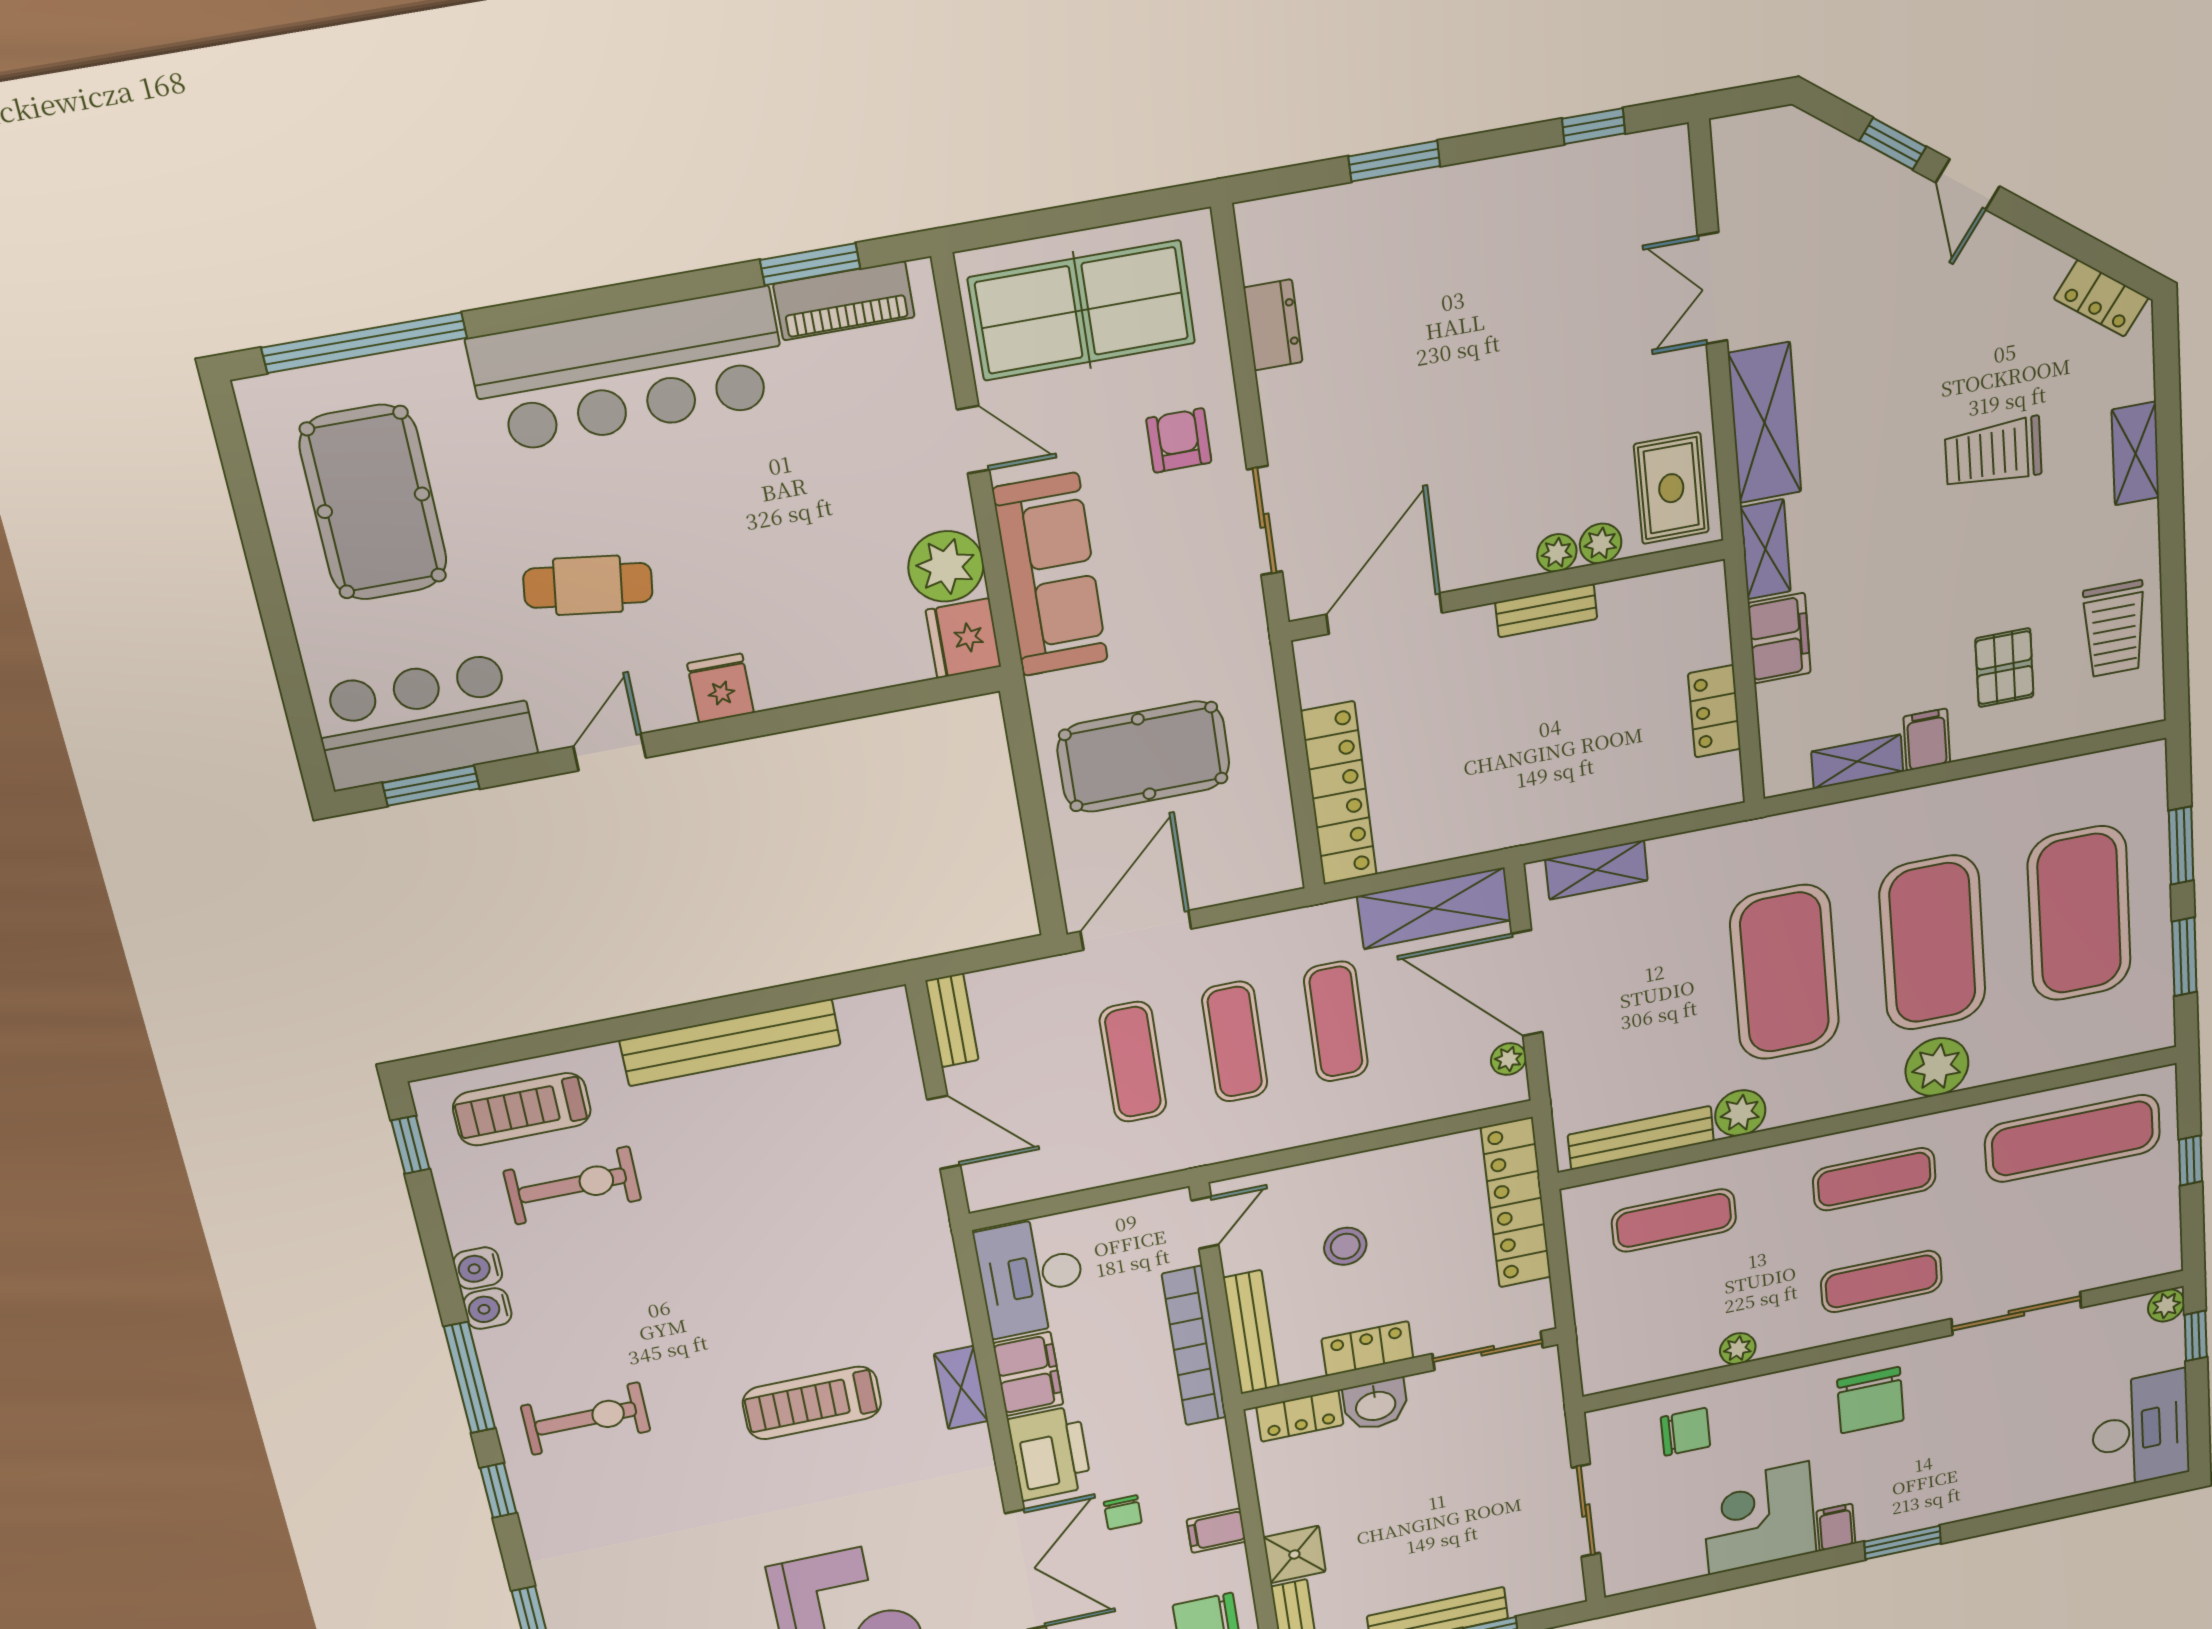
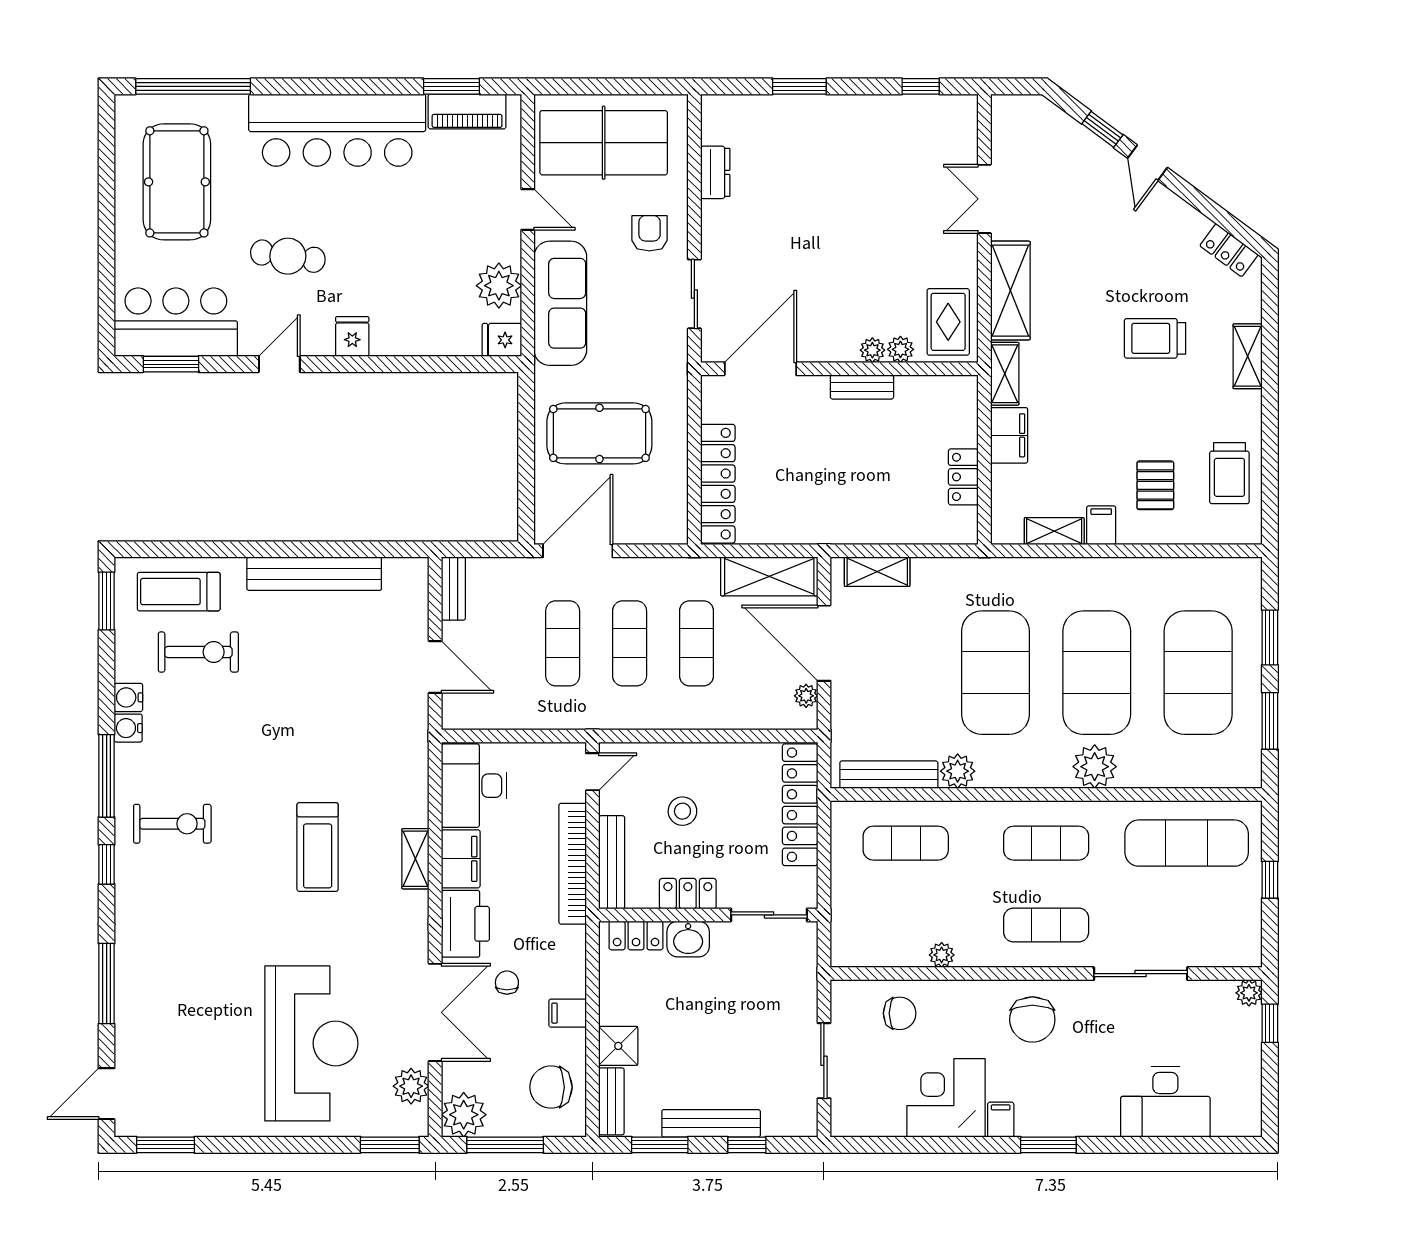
fridge: (963, 638) -> (502, 340), width x0.72
window: (410, 1145) -> (107, 601), width x1.50
treadmill: (812, 1403) -> (318, 847), turned -90
desk: (2141, 1430) -> (1165, 1102), moved, turned 90
chair: (1123, 1512) -> (507, 983), turned 180

